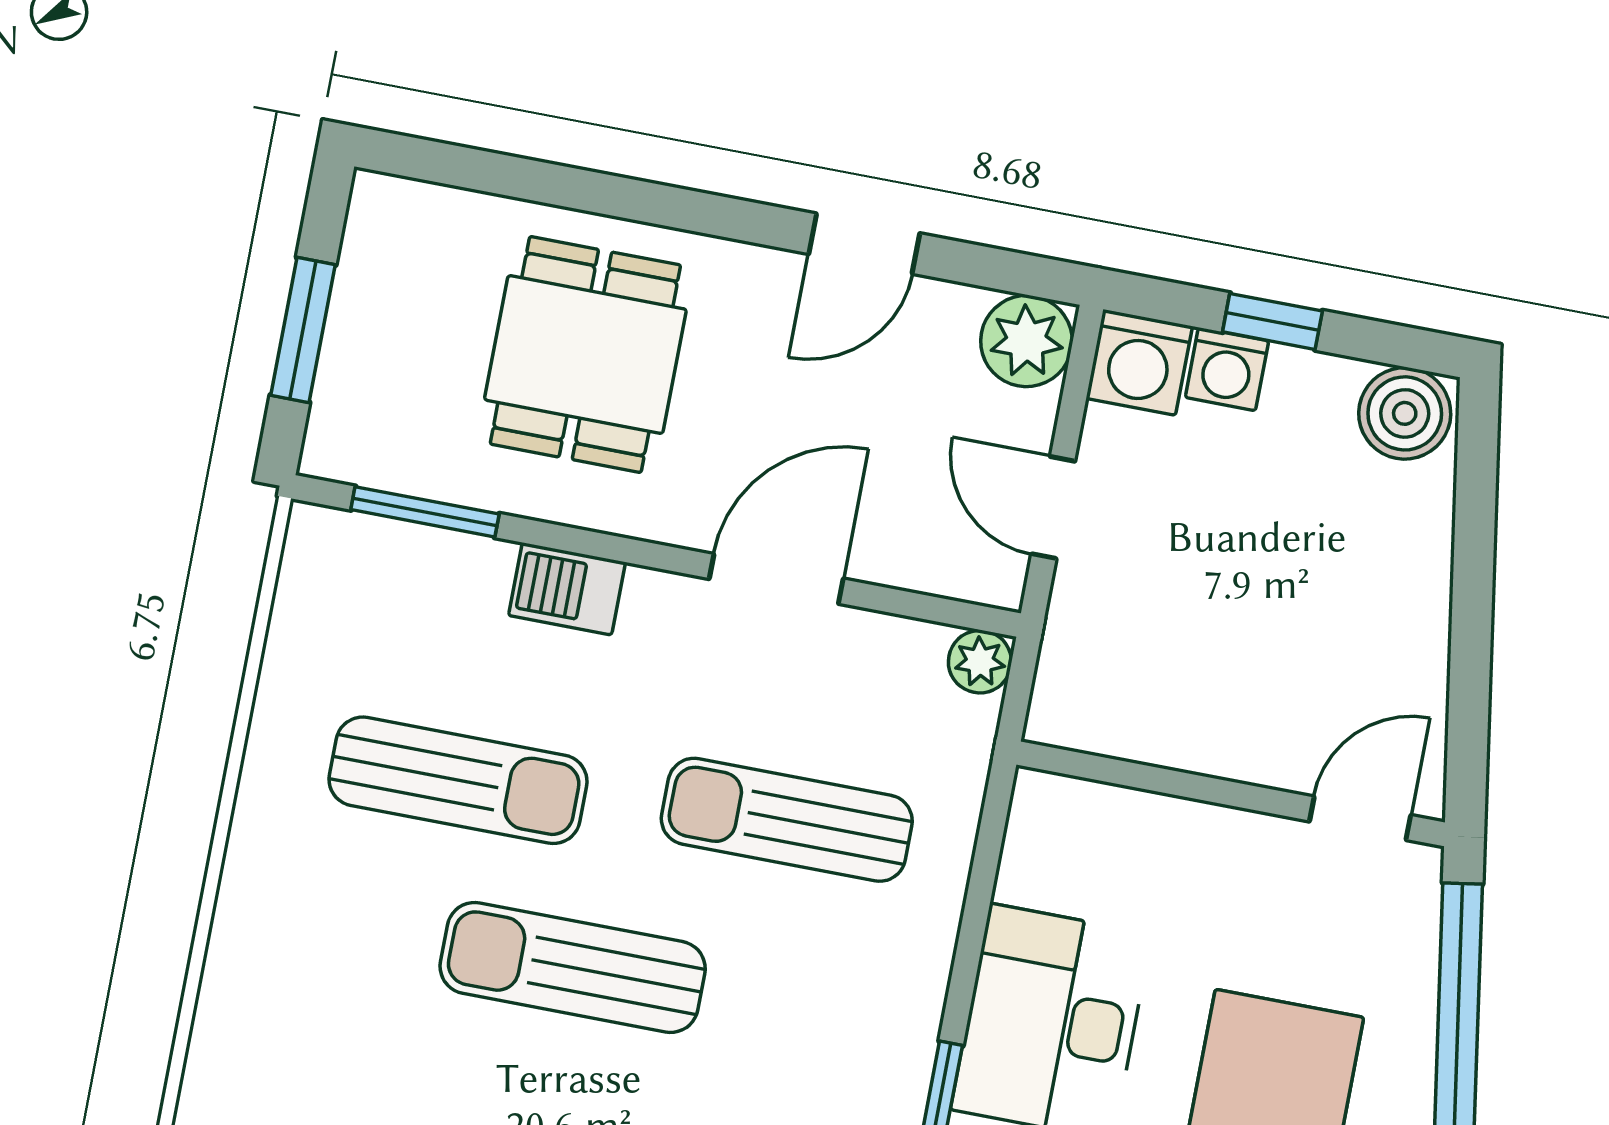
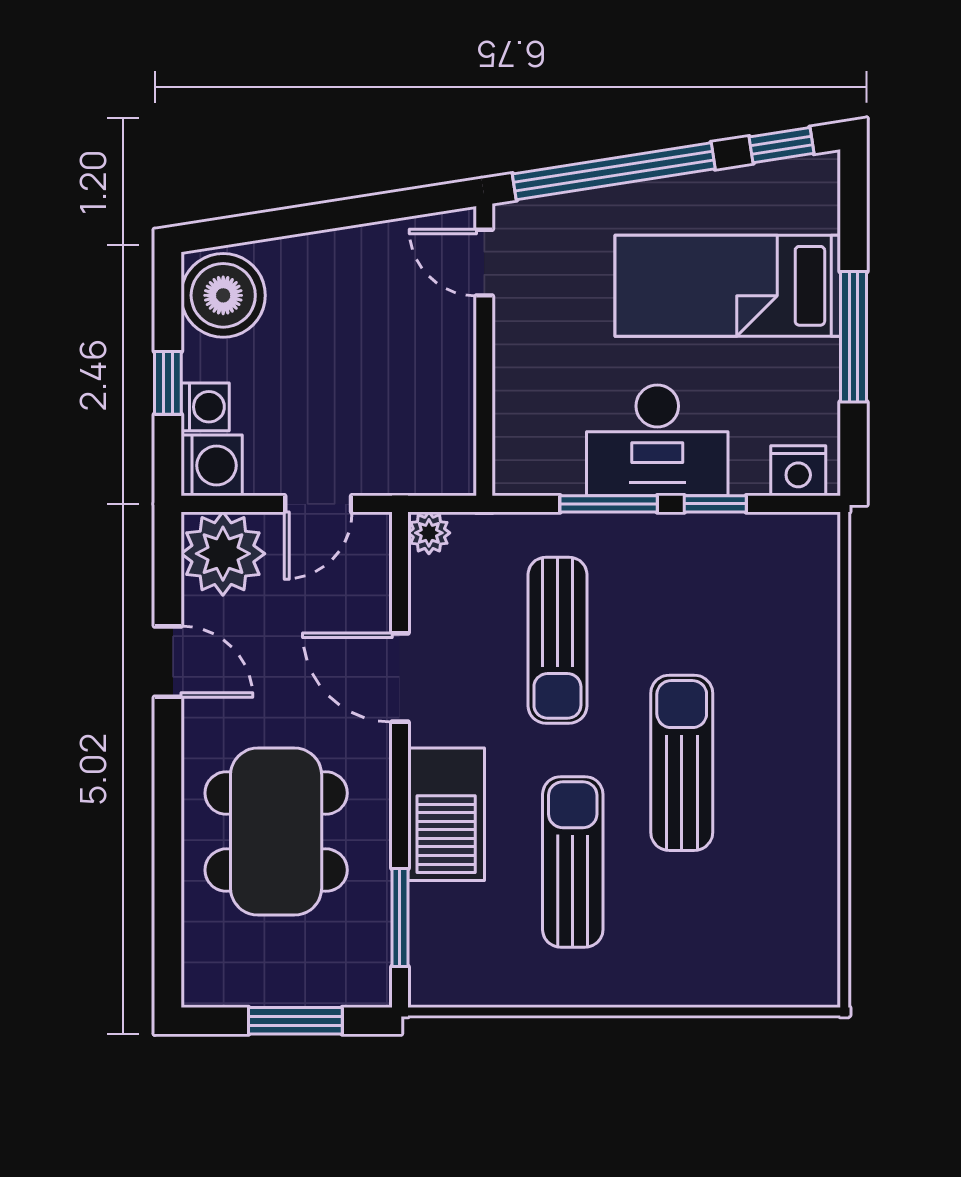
plant: (1026, 341) -> (223, 554), width x1.36, depth x1.36
dining table: (585, 355) -> (276, 832), width x1.38
boiler: (1405, 413) -> (223, 295), width x1.37, depth x1.37
barbecue: (567, 589) -> (446, 814), width x1.88, depth x1.53
window: (972, 933) -> (609, 504), added
sun lounger: (573, 967) -> (682, 763), turned 180

